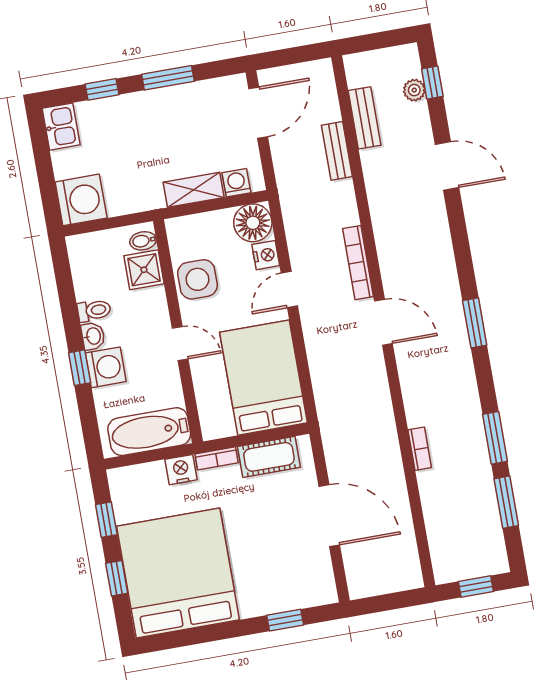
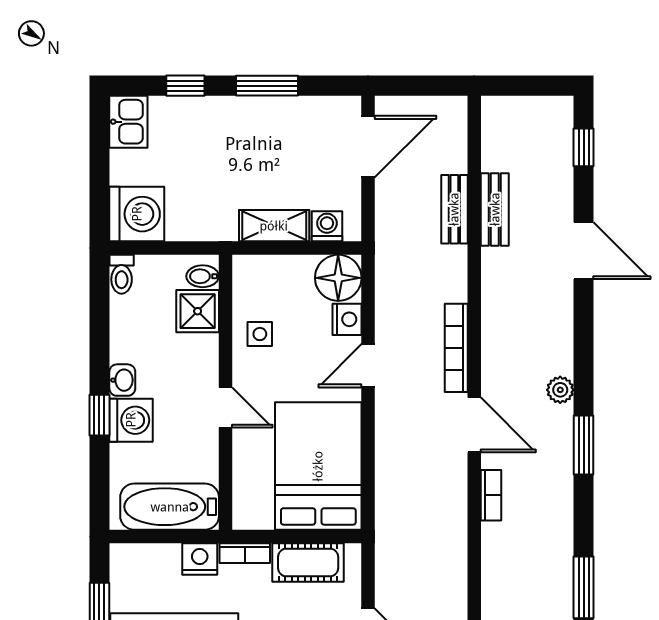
plant: (414, 90) -> (560, 390), moved
bench: (365, 118) -> (495, 209), moved
side table: (197, 279) -> (260, 334), width x0.54, depth x0.54
toilet: (94, 310) -> (122, 274), moved, turned 90
bookcase: (420, 449) -> (491, 495), moved

